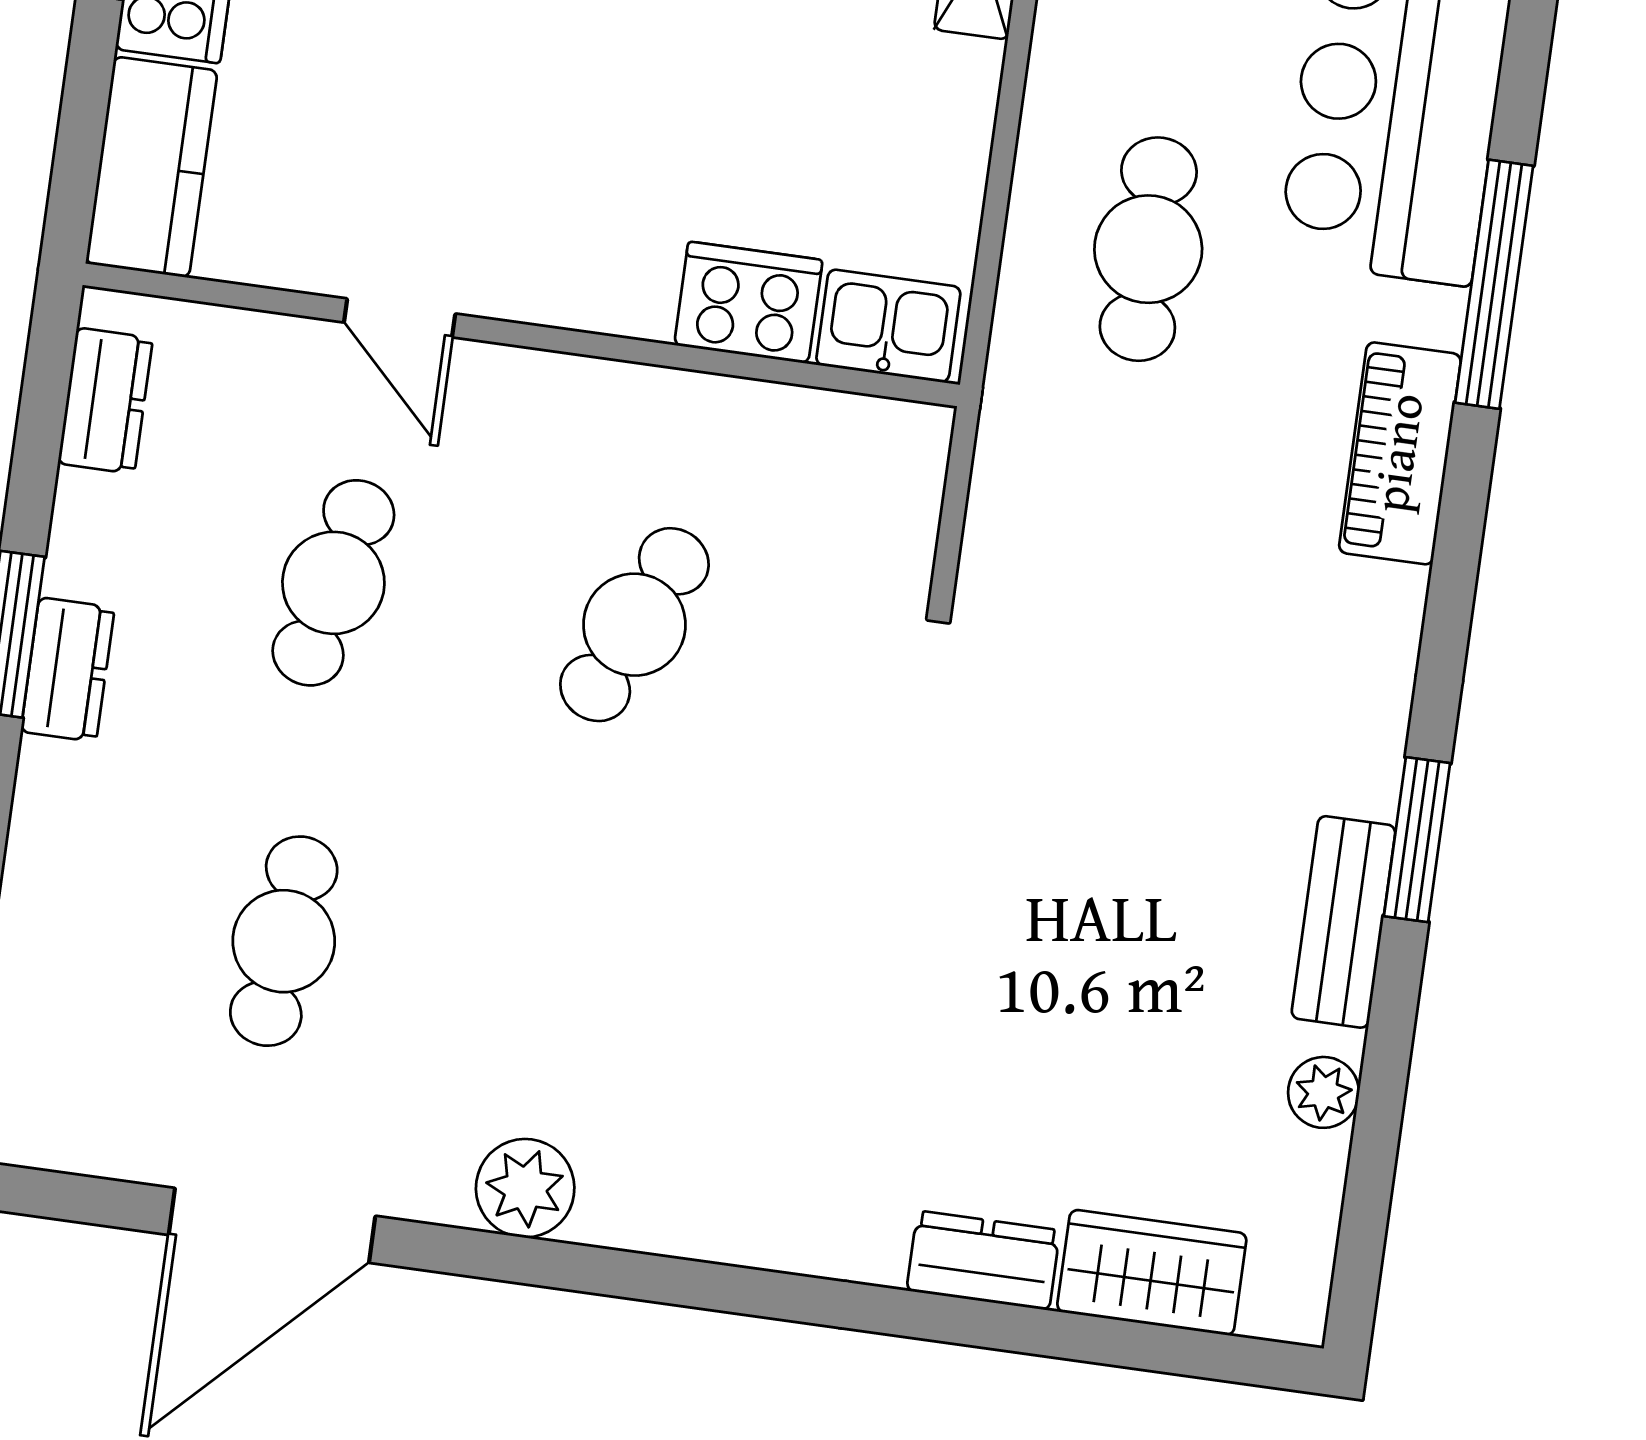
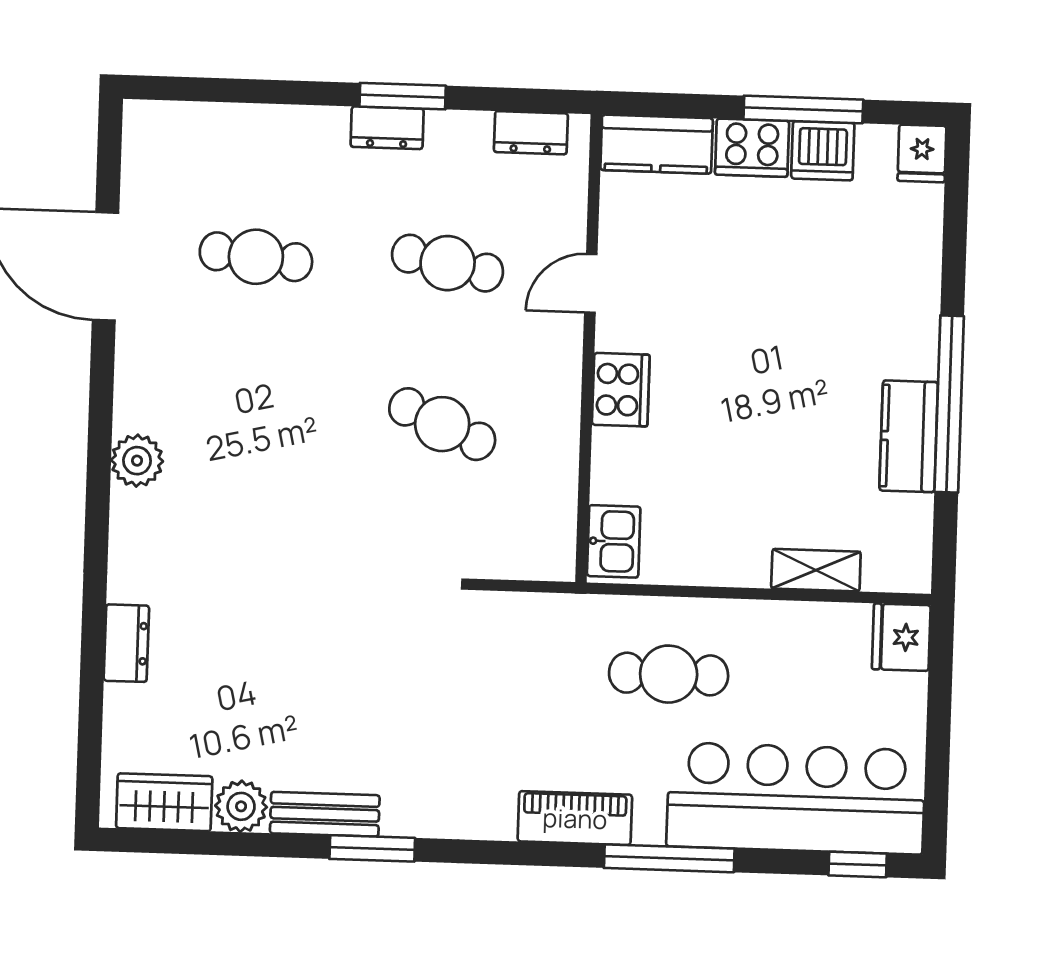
cooker: (748, 303) -> (621, 390), moved
plant: (1324, 1092) -> (241, 806), width x1.38, depth x1.38
plant: (525, 1188) -> (137, 461), moved
wardrobe: (1152, 1273) -> (164, 802), moved, turned -90

